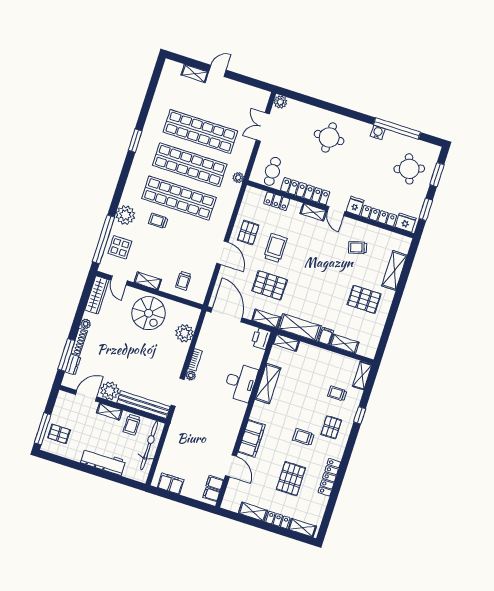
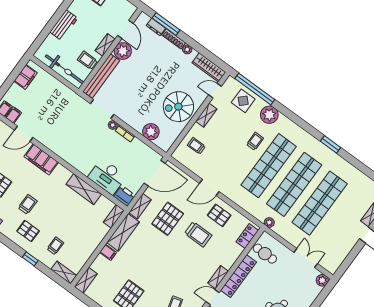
locker: (277, 201) -> (247, 236), moved
shelving: (344, 344) -> (86, 280), moved
desk: (241, 382) -> (107, 177), moved
workbench: (103, 462) -> (64, 25), width x0.73

